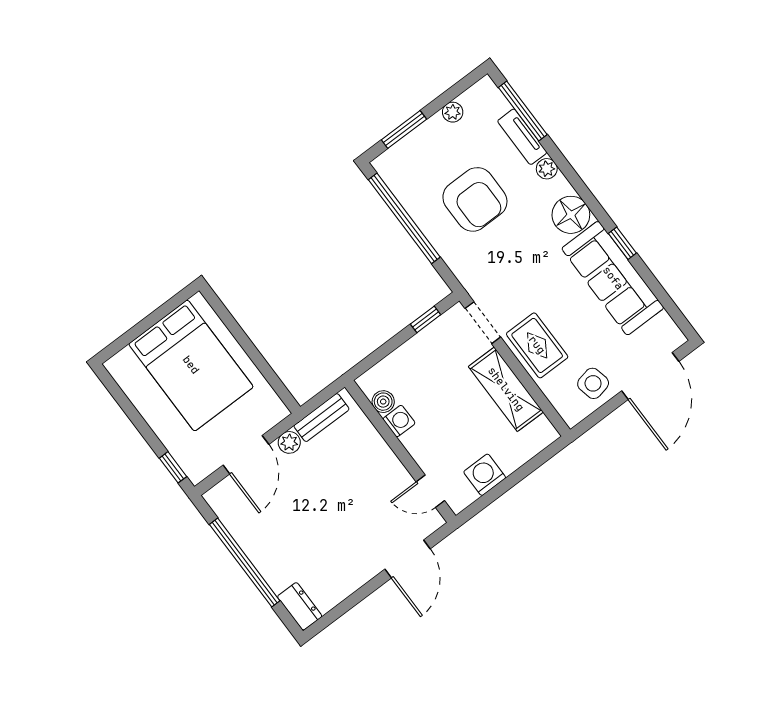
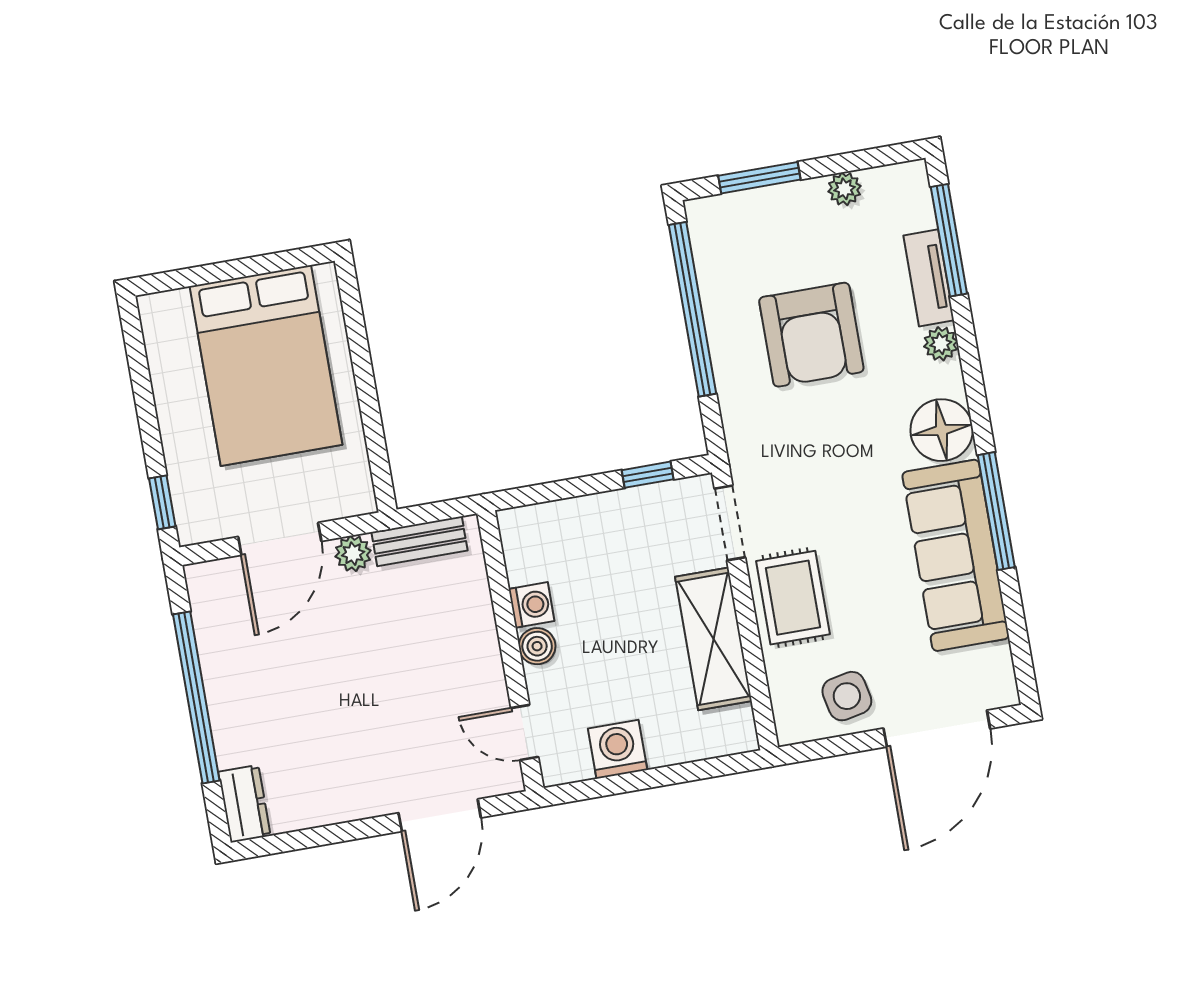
window: (622, 243) -> (996, 511), width x2.17
boiler: (383, 402) -> (537, 646), moved

